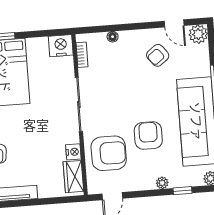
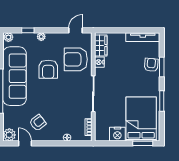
nightstand: (61, 46) -> (117, 134), moved

